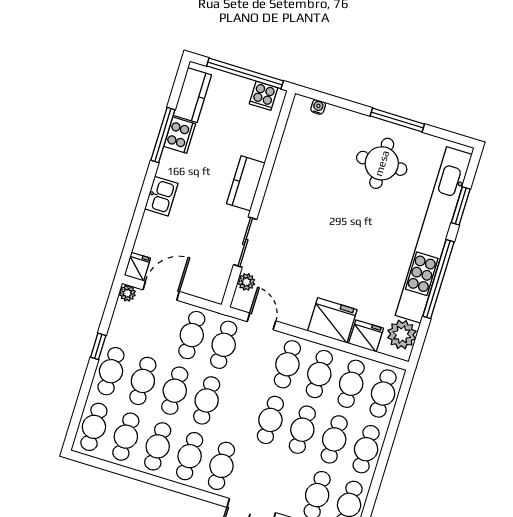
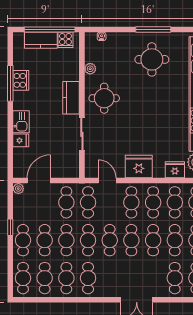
kitchen counter: (192, 95) -> (41, 40), moved, turned 90
round table: (294, 199) -> (104, 98), added
fridge: (138, 267) -> (21, 140), moved, turned 90
plant: (246, 282) -> (90, 69), moved
fridge: (332, 320) -> (139, 167), moved
cafe table: (221, 466) -> (110, 240), moved

